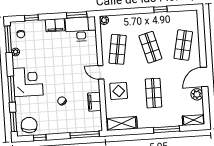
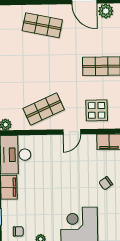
shop shelf: (150, 47) -> (43, 67), removed
shop shelf: (118, 49) -> (44, 109), turned -33

